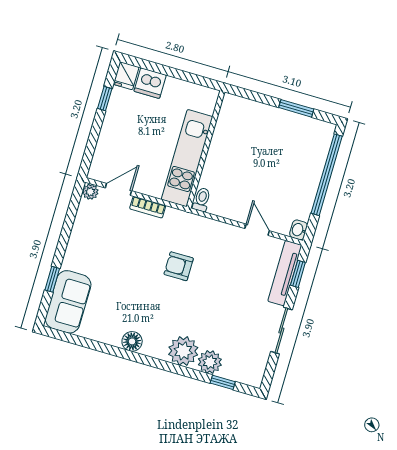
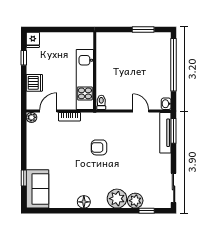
dishwasher: (150, 83) -> (34, 83), moved, turned -90
window: (298, 274) -> (174, 131), width x1.50
sliding door: (281, 331) -> (174, 188), moved

